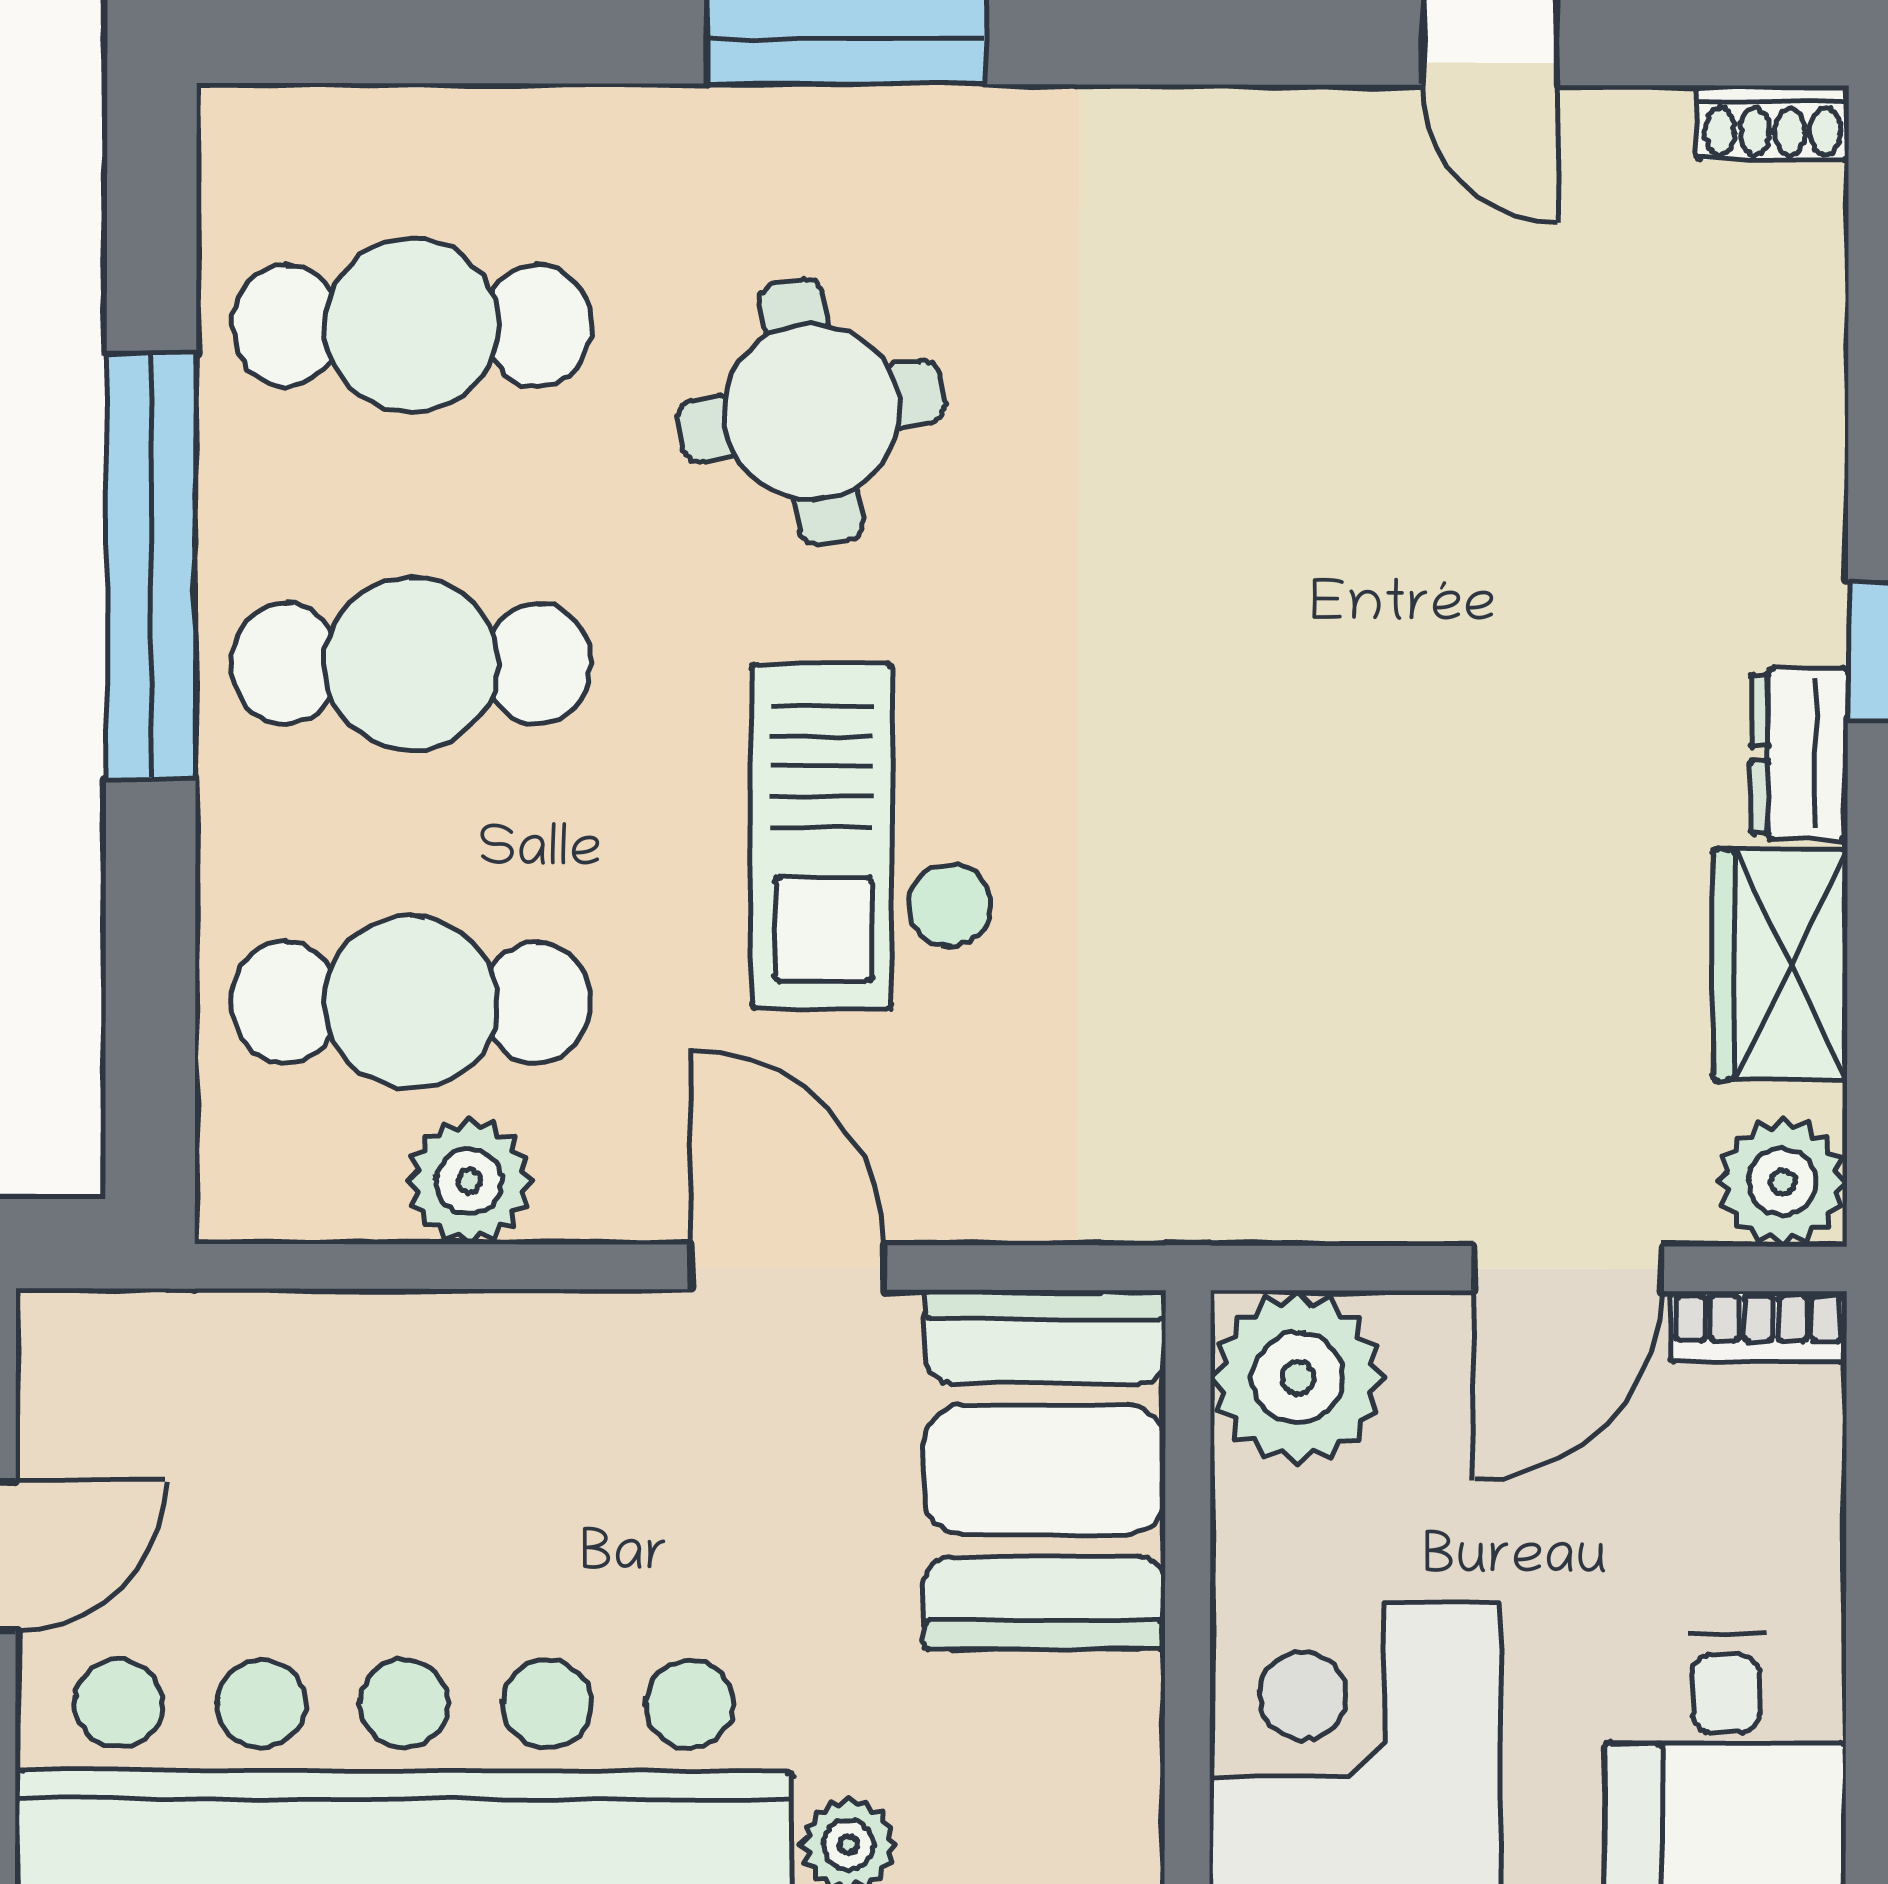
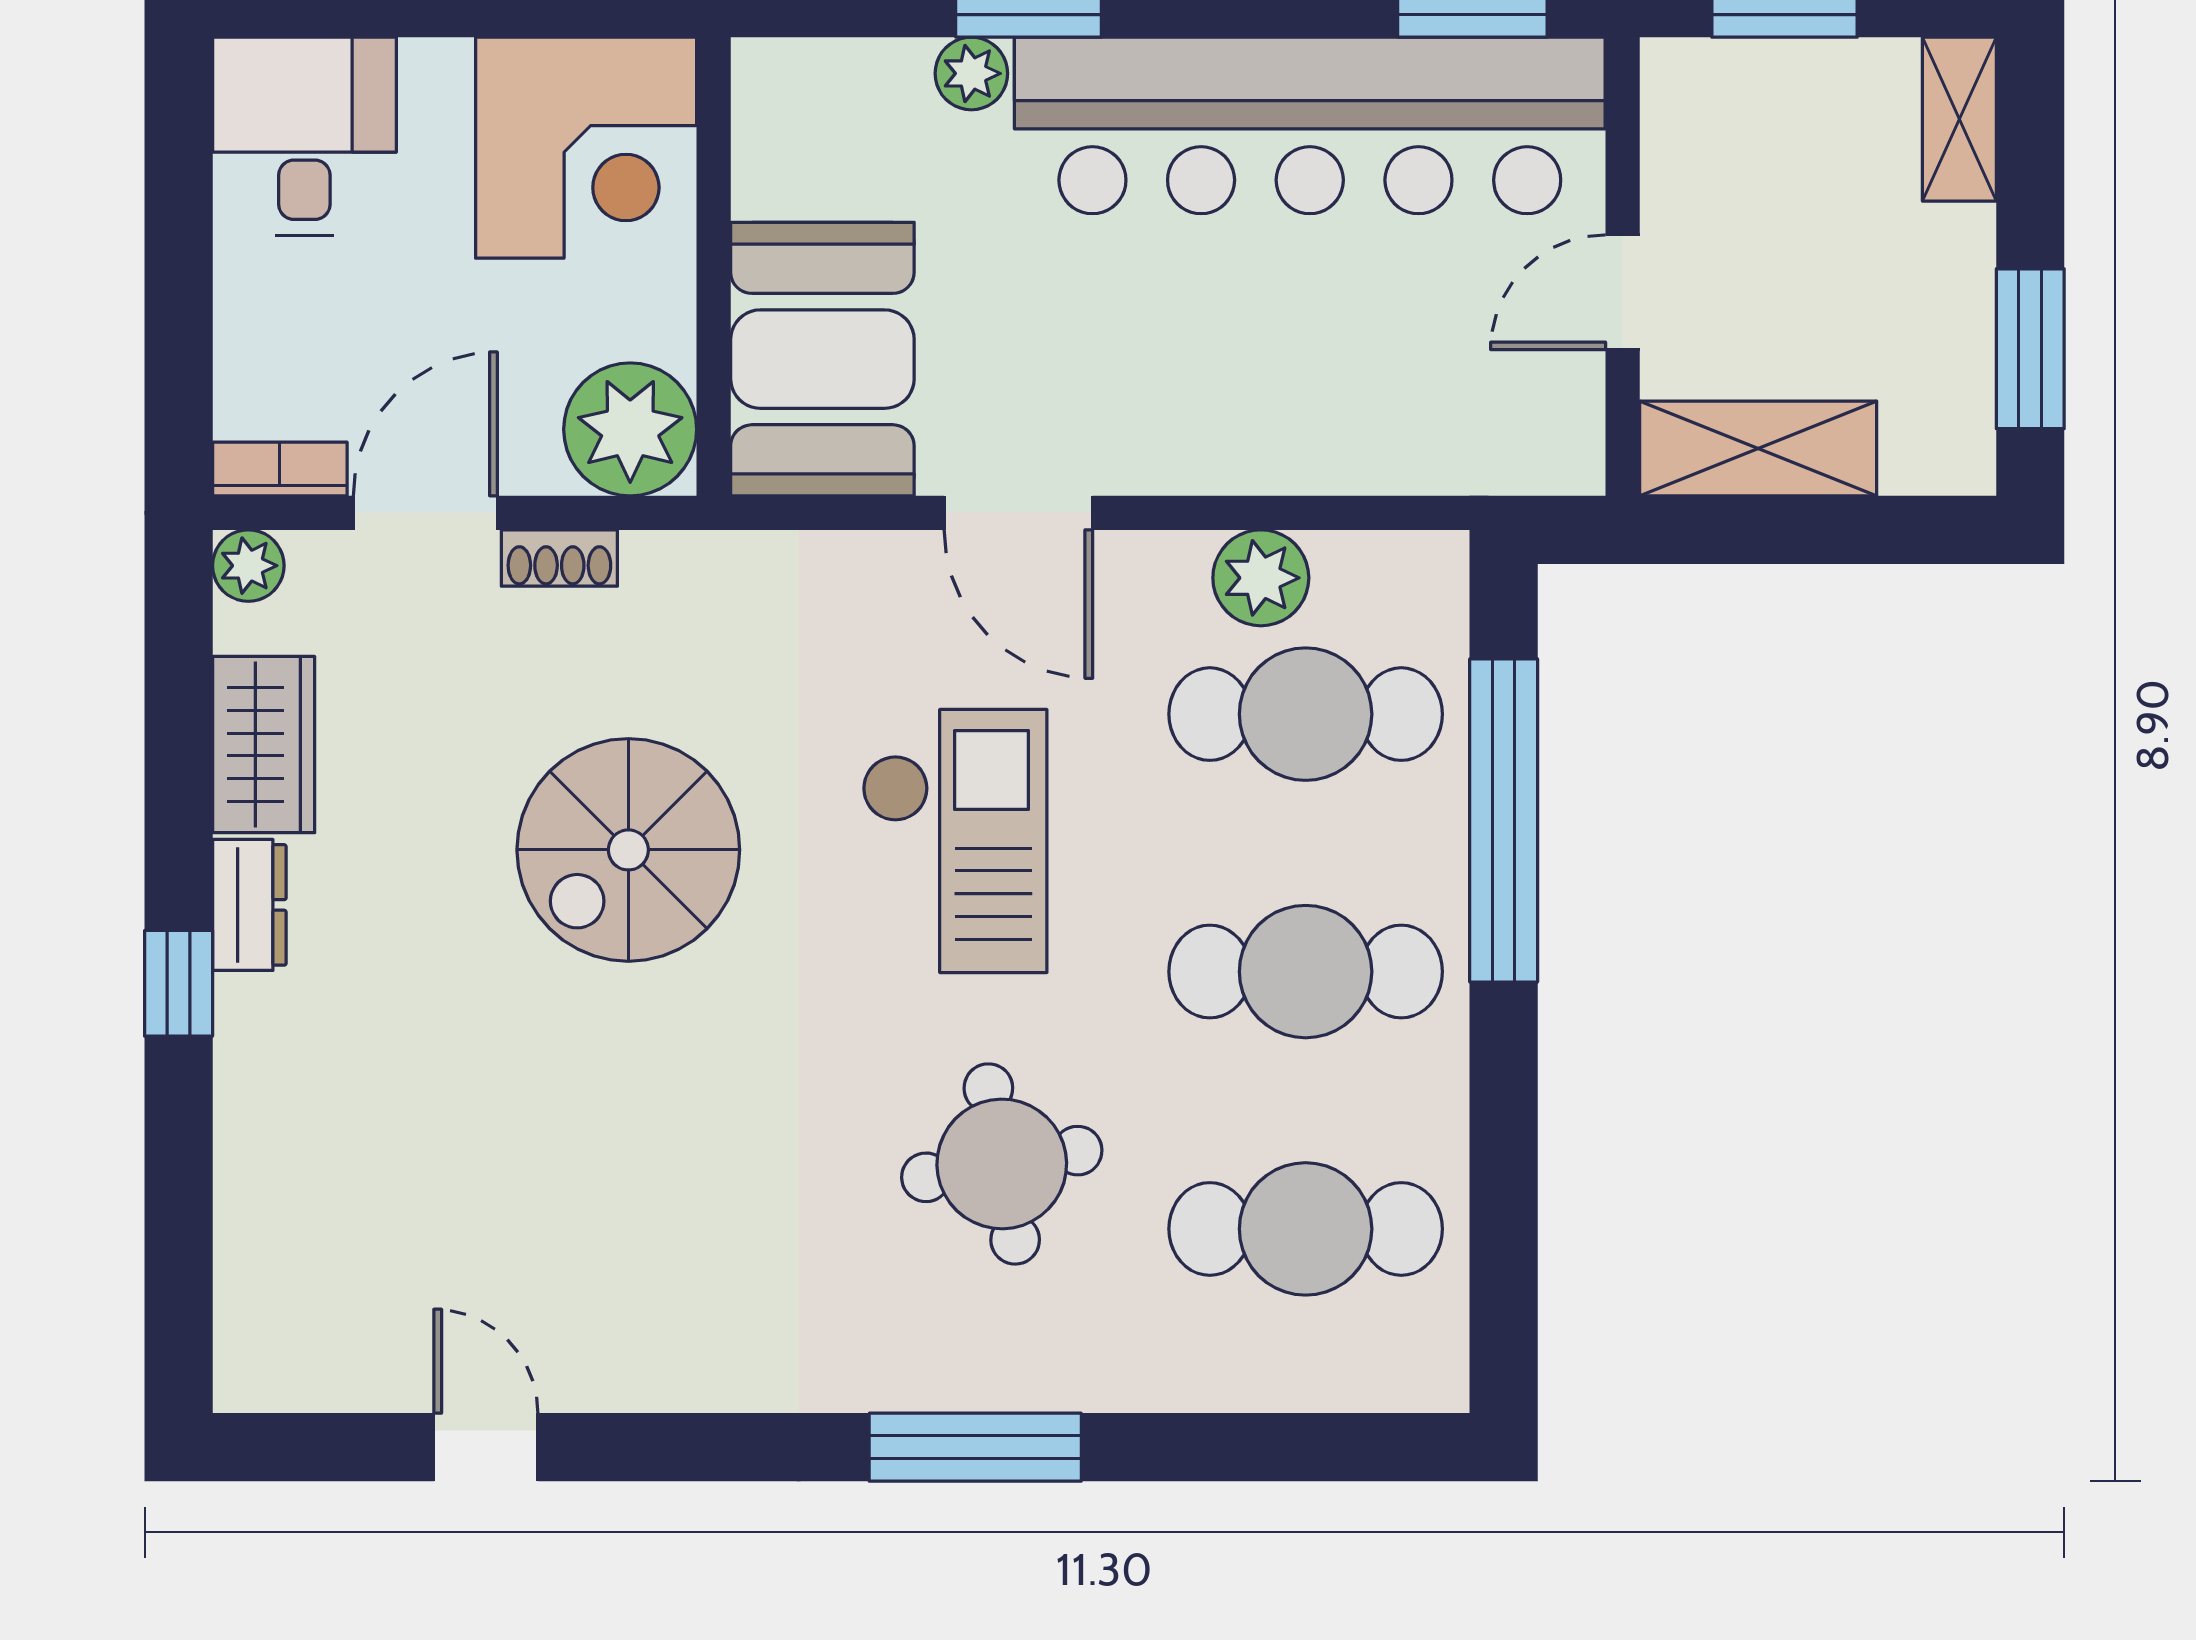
shoe rack: (1773, 123) -> (559, 558), moved, turned 180
window: (151, 566) -> (1504, 820), moved
spiral stairs: (1301, 825) -> (628, 850), added
plant: (1782, 1182) -> (248, 566), width x0.73, depth x0.73

